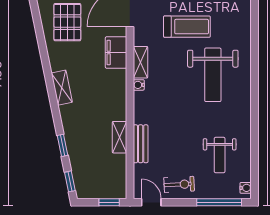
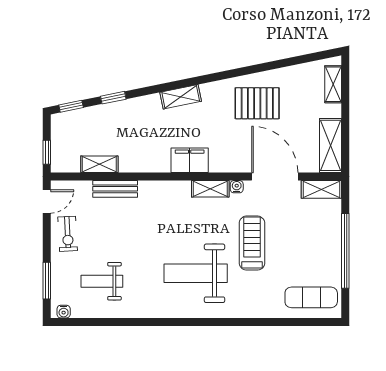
treadmill: (187, 27) -> (252, 243), turned 180
filing cabinet: (116, 53) -> (190, 160), moved
water cooler: (139, 85) -> (237, 187), moved
shelving: (120, 137) -> (99, 164), moved
window: (219, 202) -> (47, 281), width x0.69

